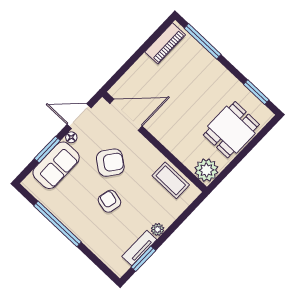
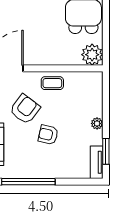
coffee table: (171, 180) -> (52, 83), moved, width x0.73, depth x0.77
tv unit: (139, 248) -> (97, 162), moved

